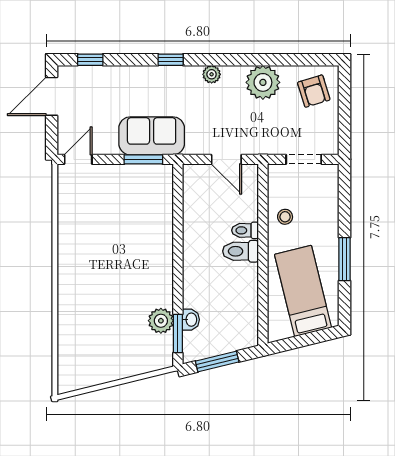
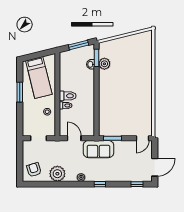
sofa: (152, 136) -> (98, 149), moved

